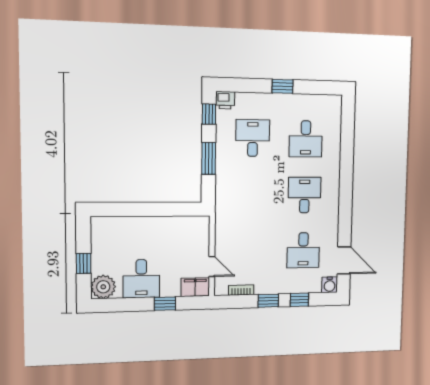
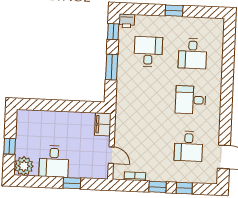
desk: (304, 195) -> (191, 100), turned -90
water cooler: (330, 285) -> (211, 177), removed
filing cabinet: (195, 287) -> (103, 124), moved, turned -90

